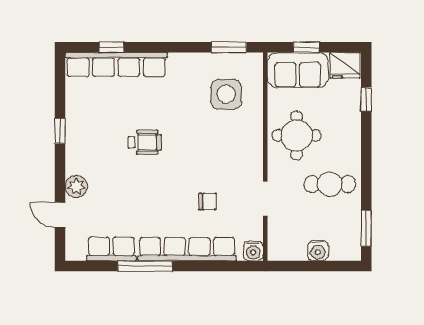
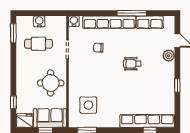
wheelchair: (145, 142) -> (132, 64), moved
cafe table: (330, 184) -> (38, 44), moved

